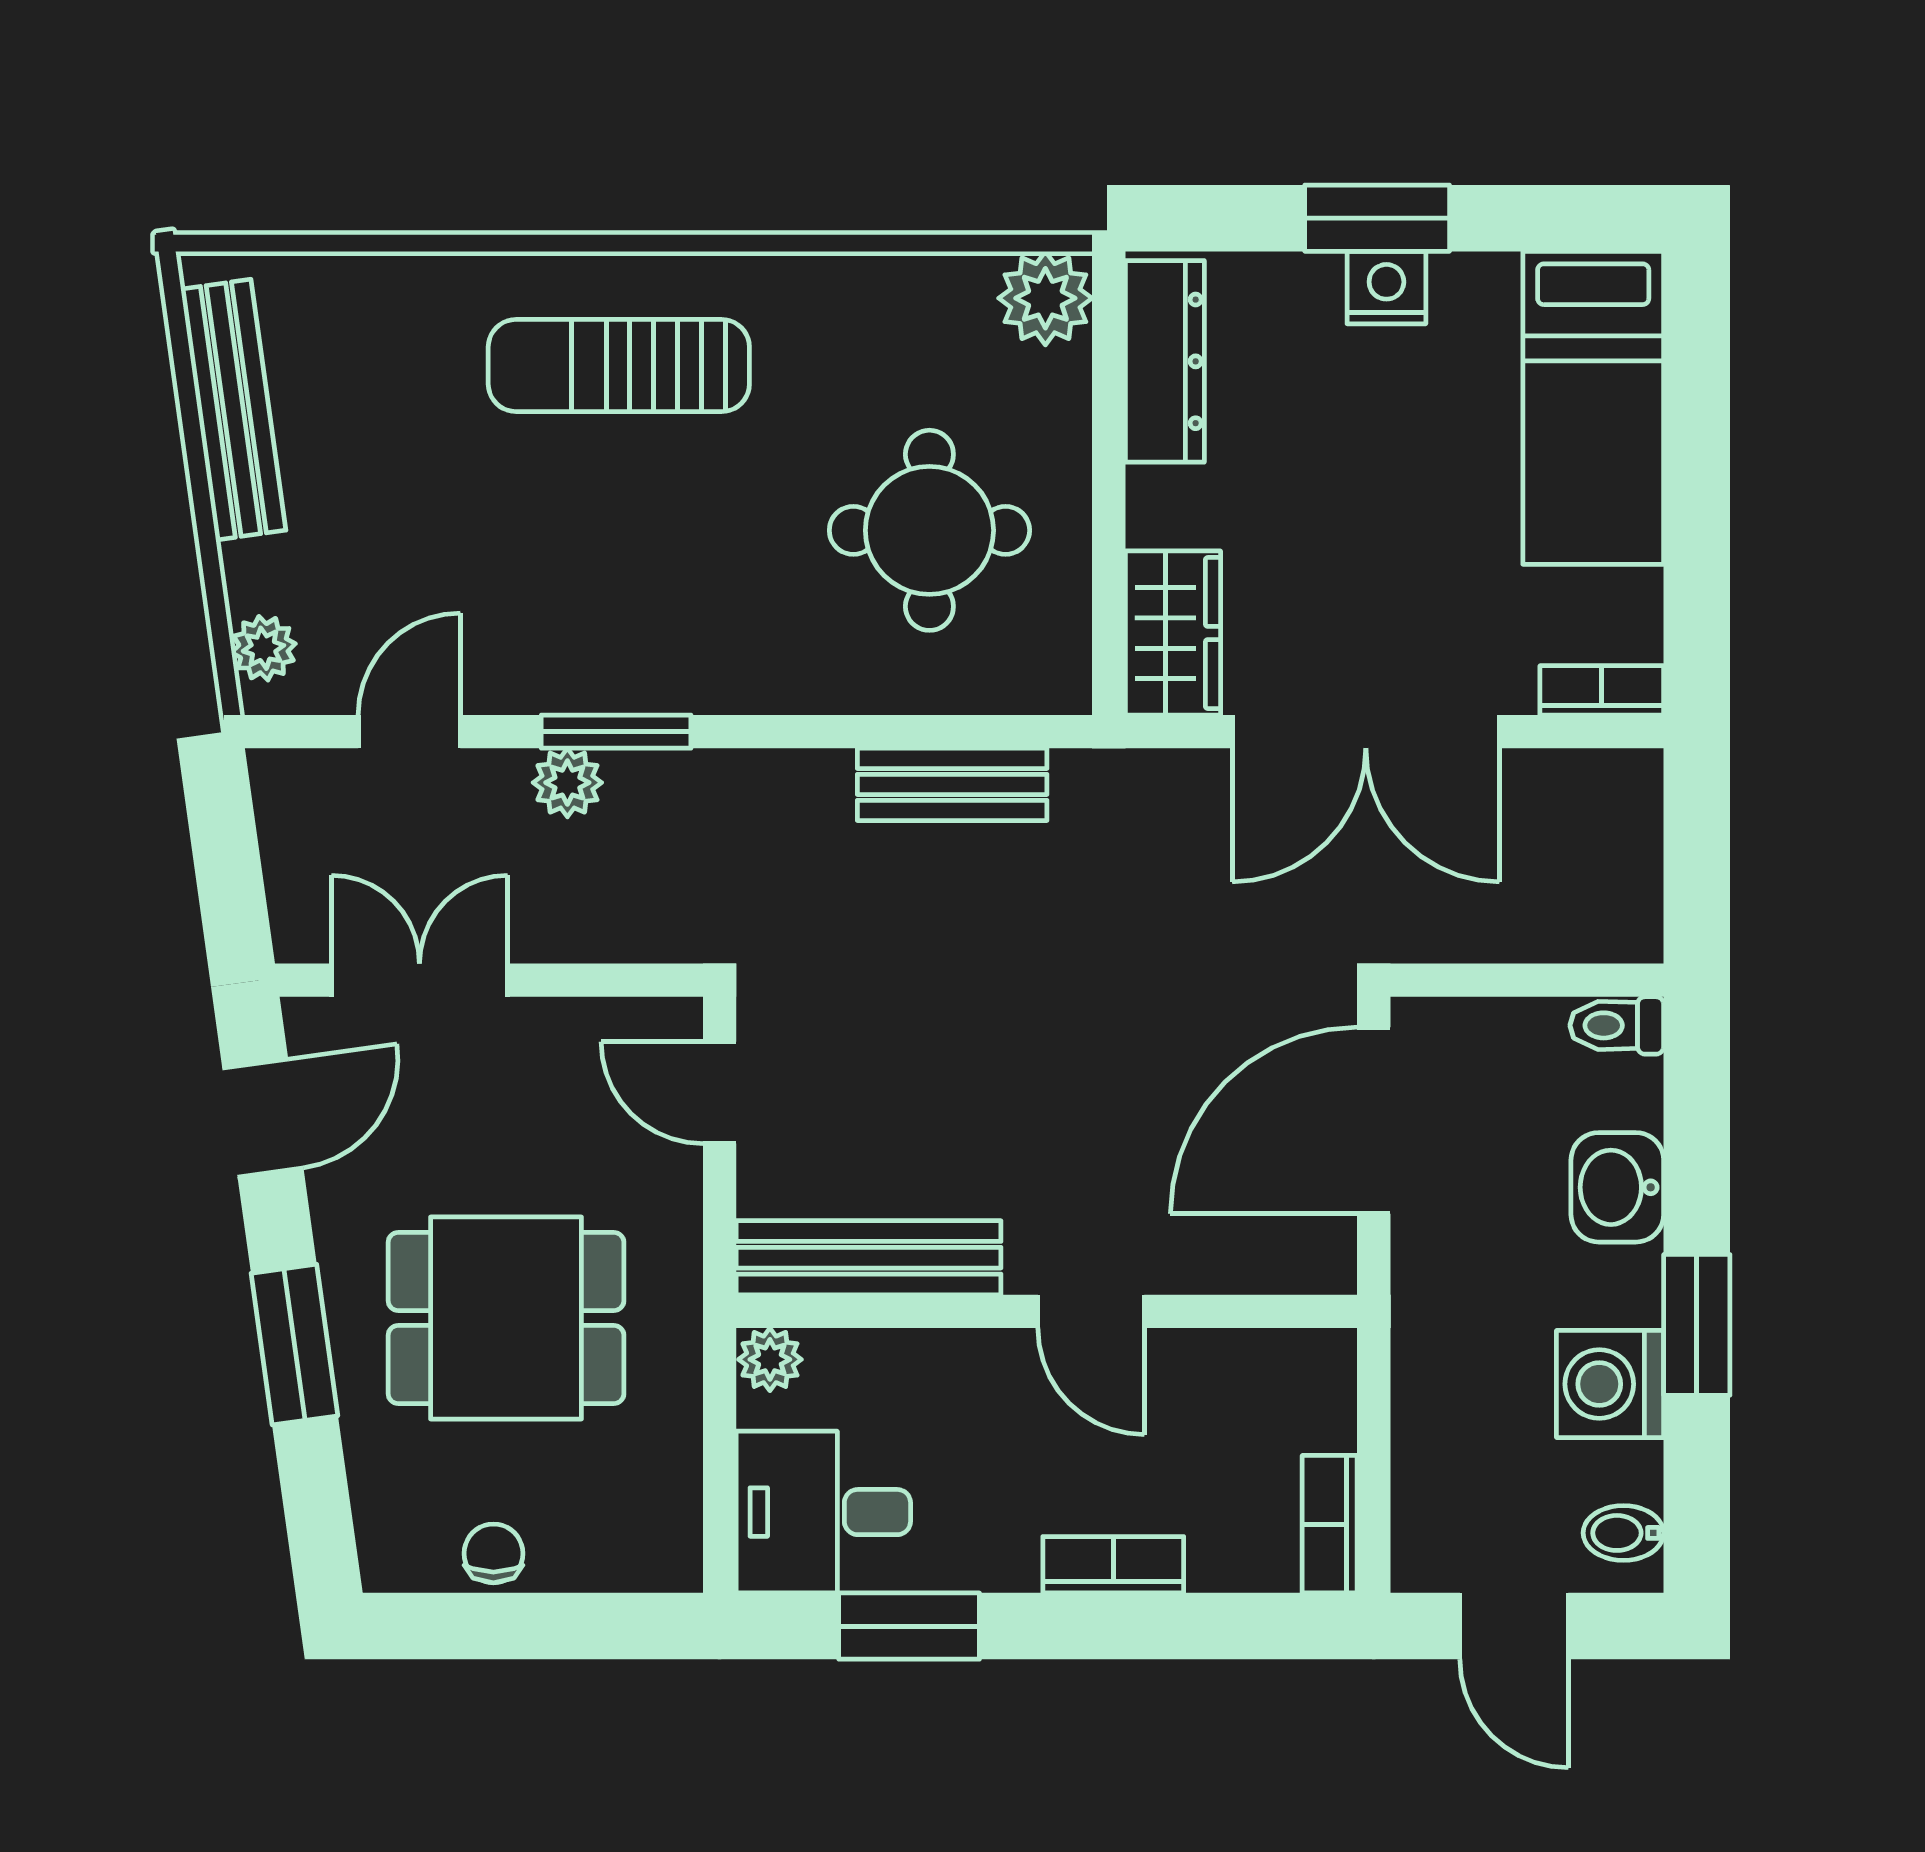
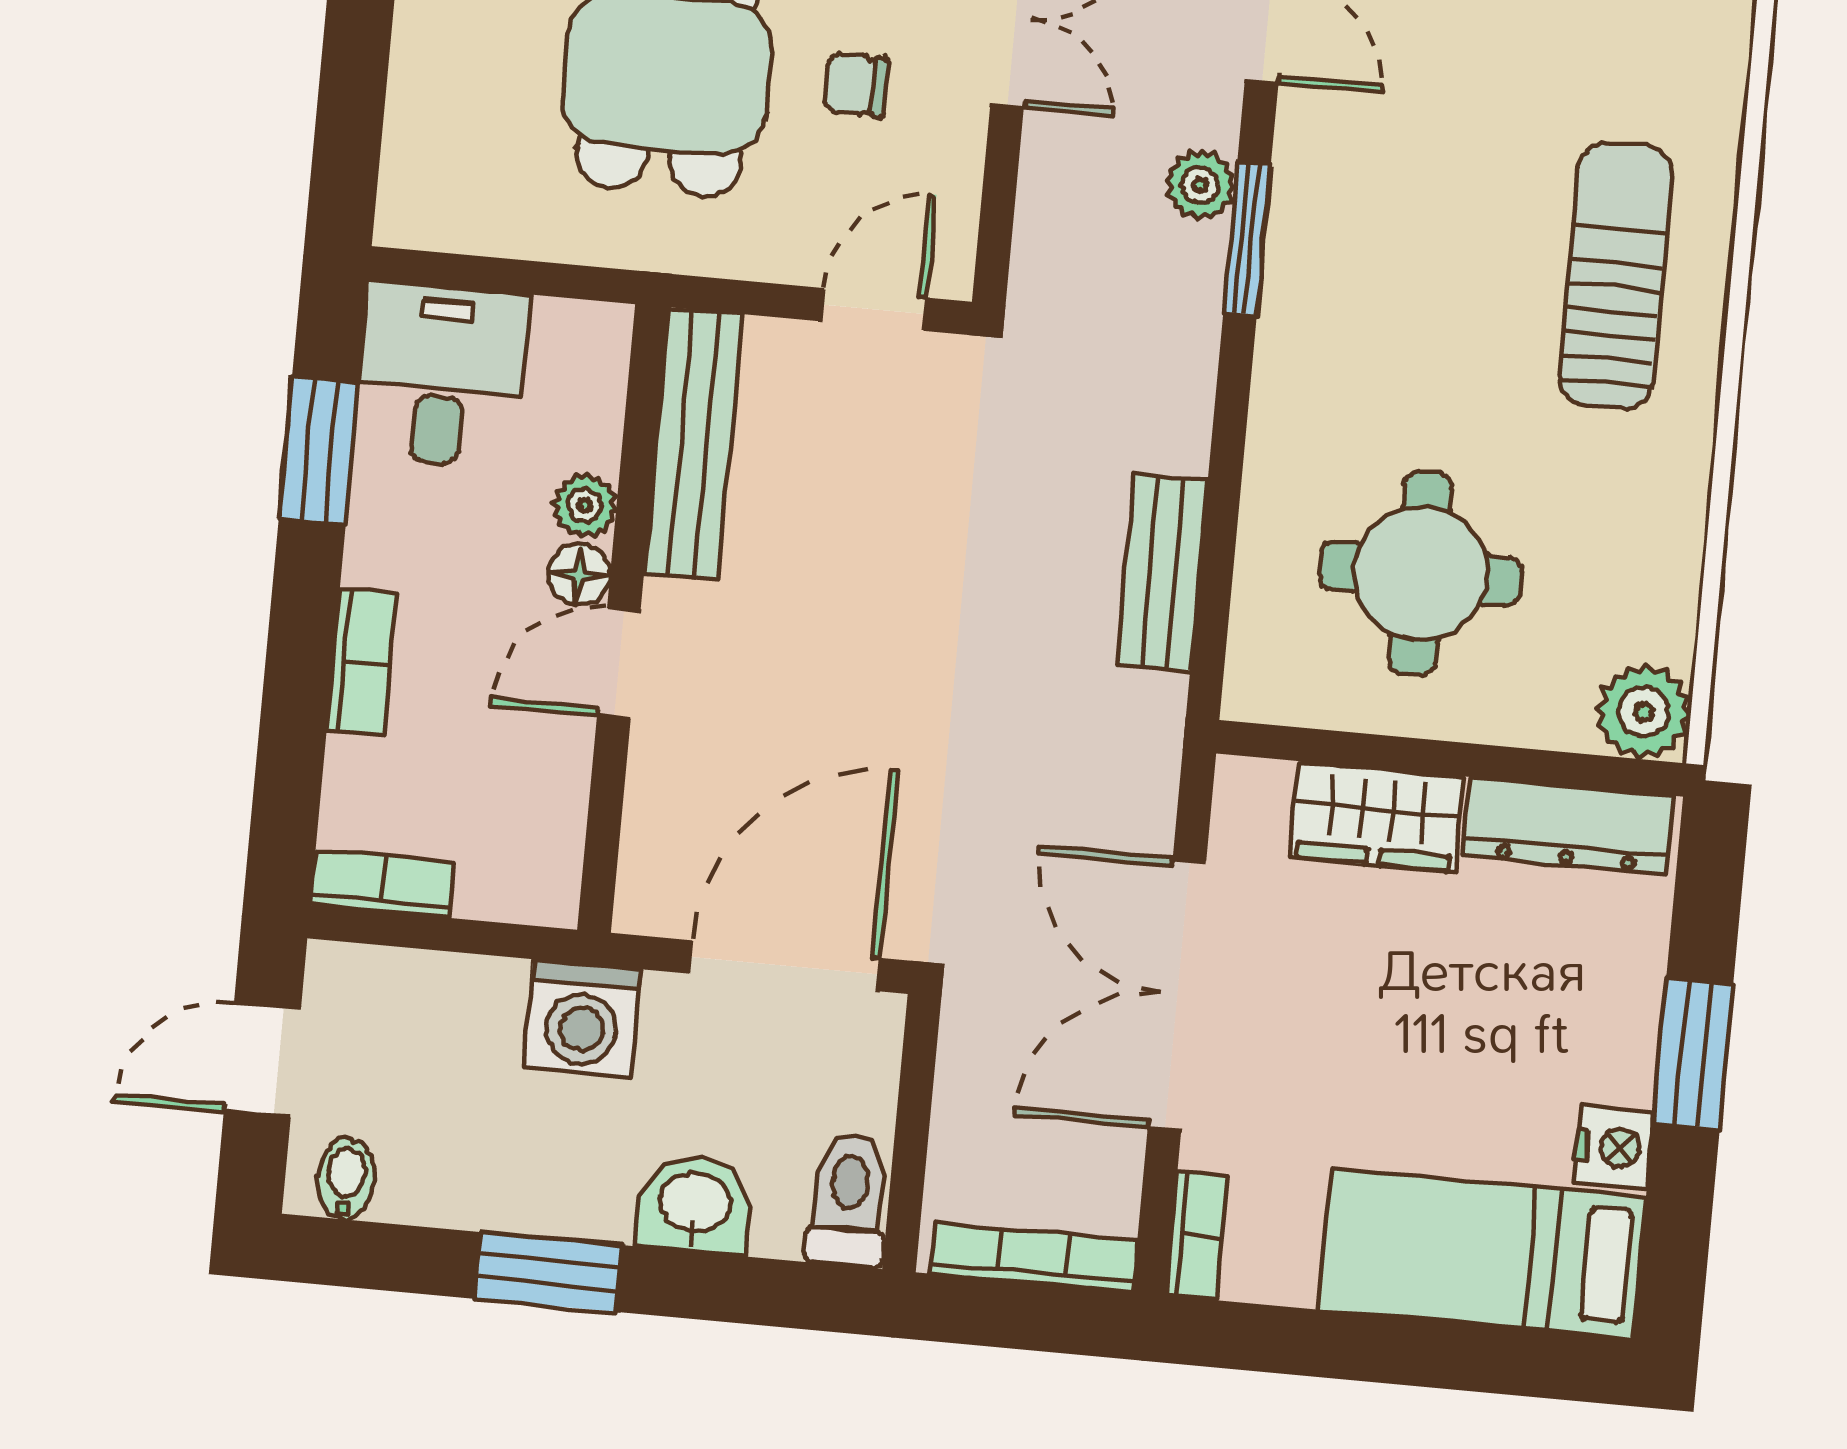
nightstand: (1386, 288) -> (1614, 1147), moved
wardrobe: (1173, 633) -> (1377, 817), moved
bookcase: (1638, 848) -> (1034, 1257), added
toilet: (1617, 1025) -> (849, 1200), width x1.37, depth x1.39
door: (1374, 1121) -> (785, 966), hinge flipped
floor lamp: (1007, 1358) -> (579, 575), added
plant: (770, 1359) -> (585, 506), moved
washing machine: (1610, 1384) -> (582, 1018), moved, turned 180
chair: (493, 1553) -> (856, 85), moved, turned 180

